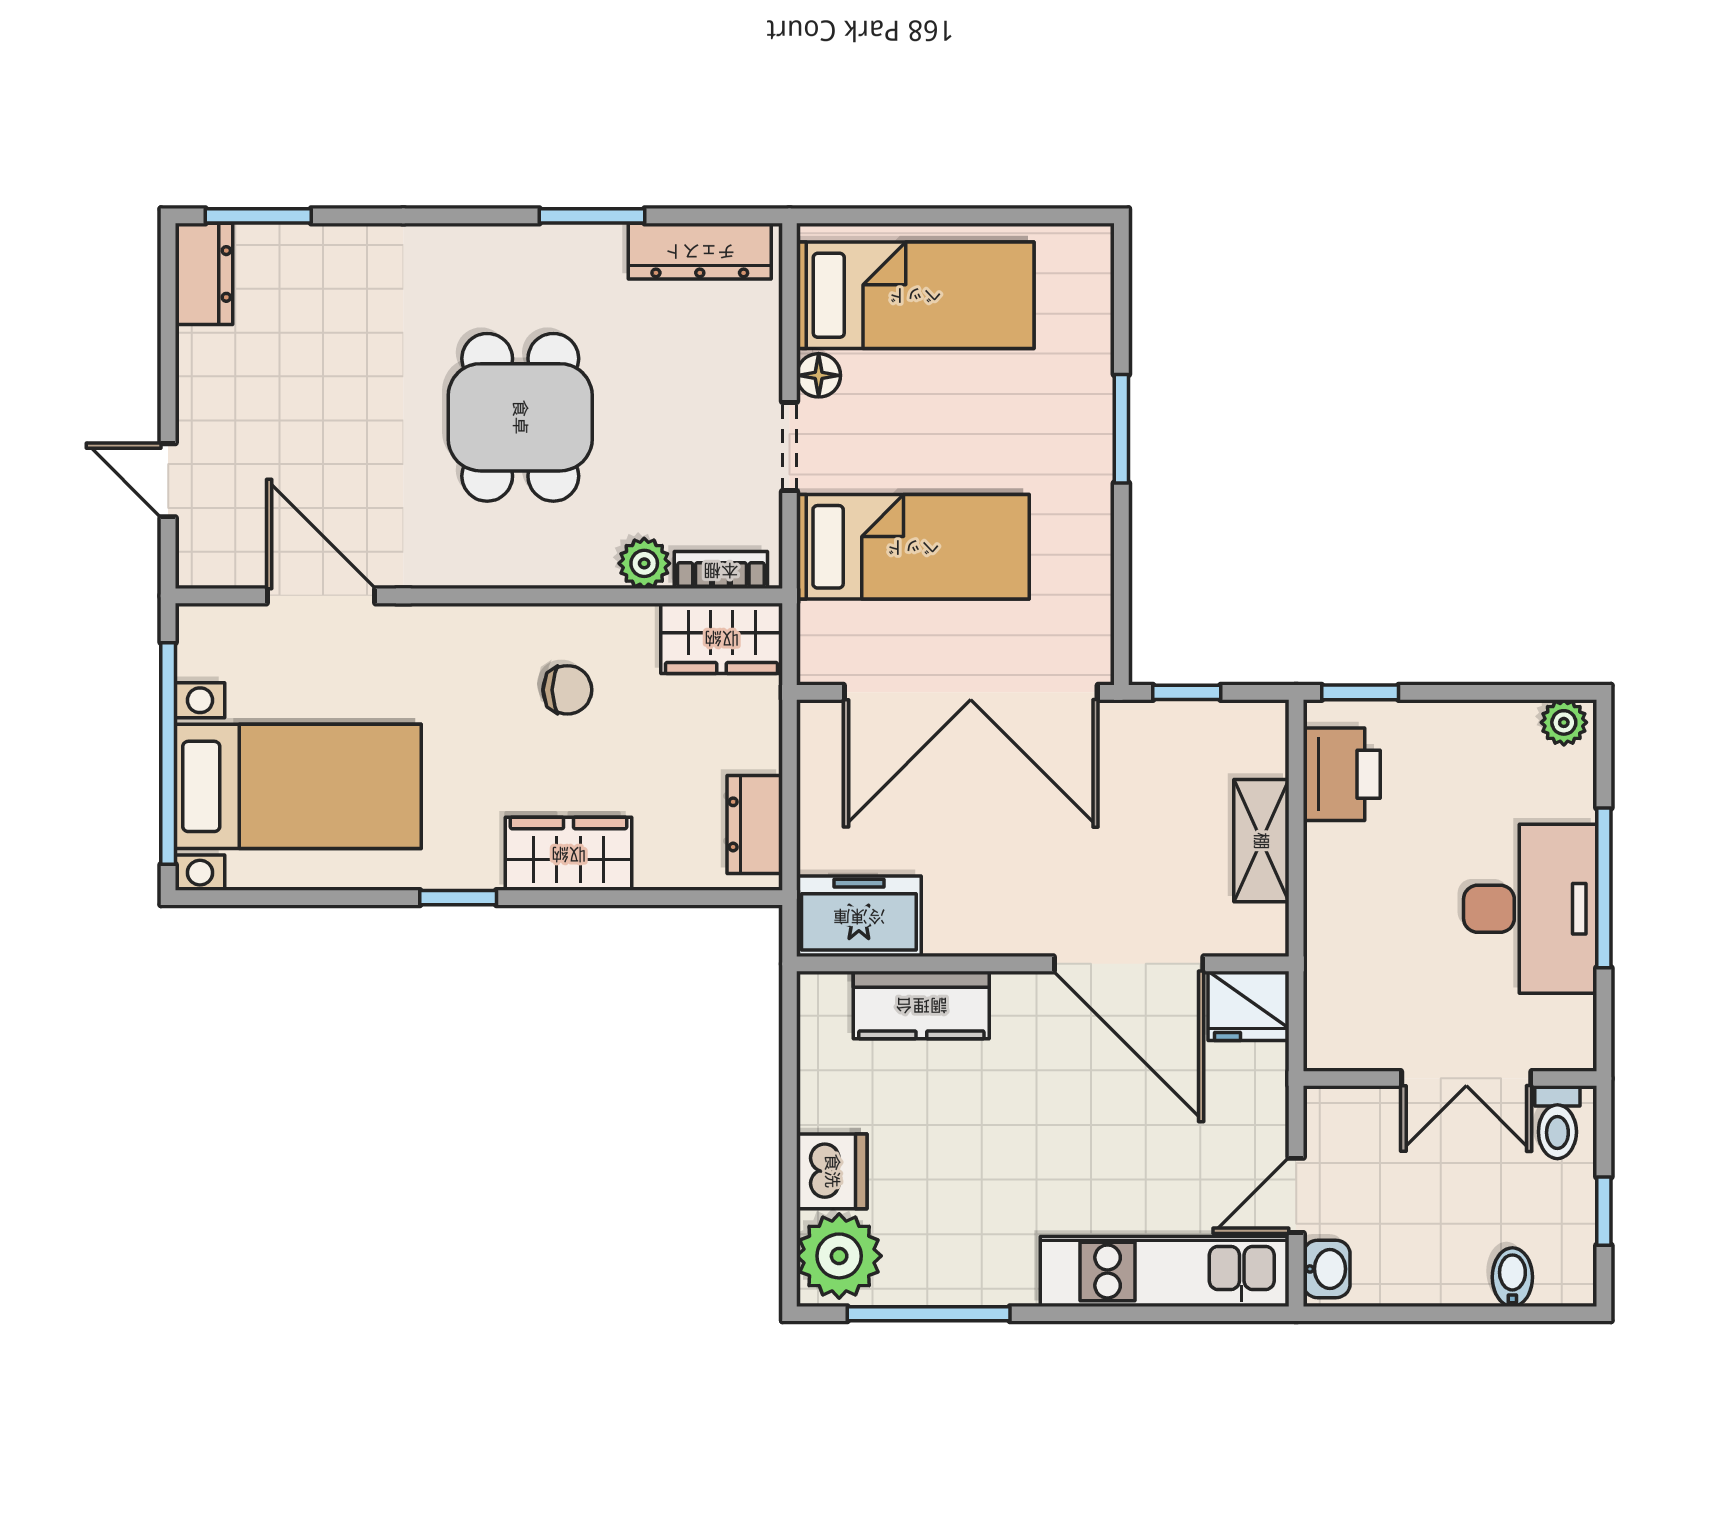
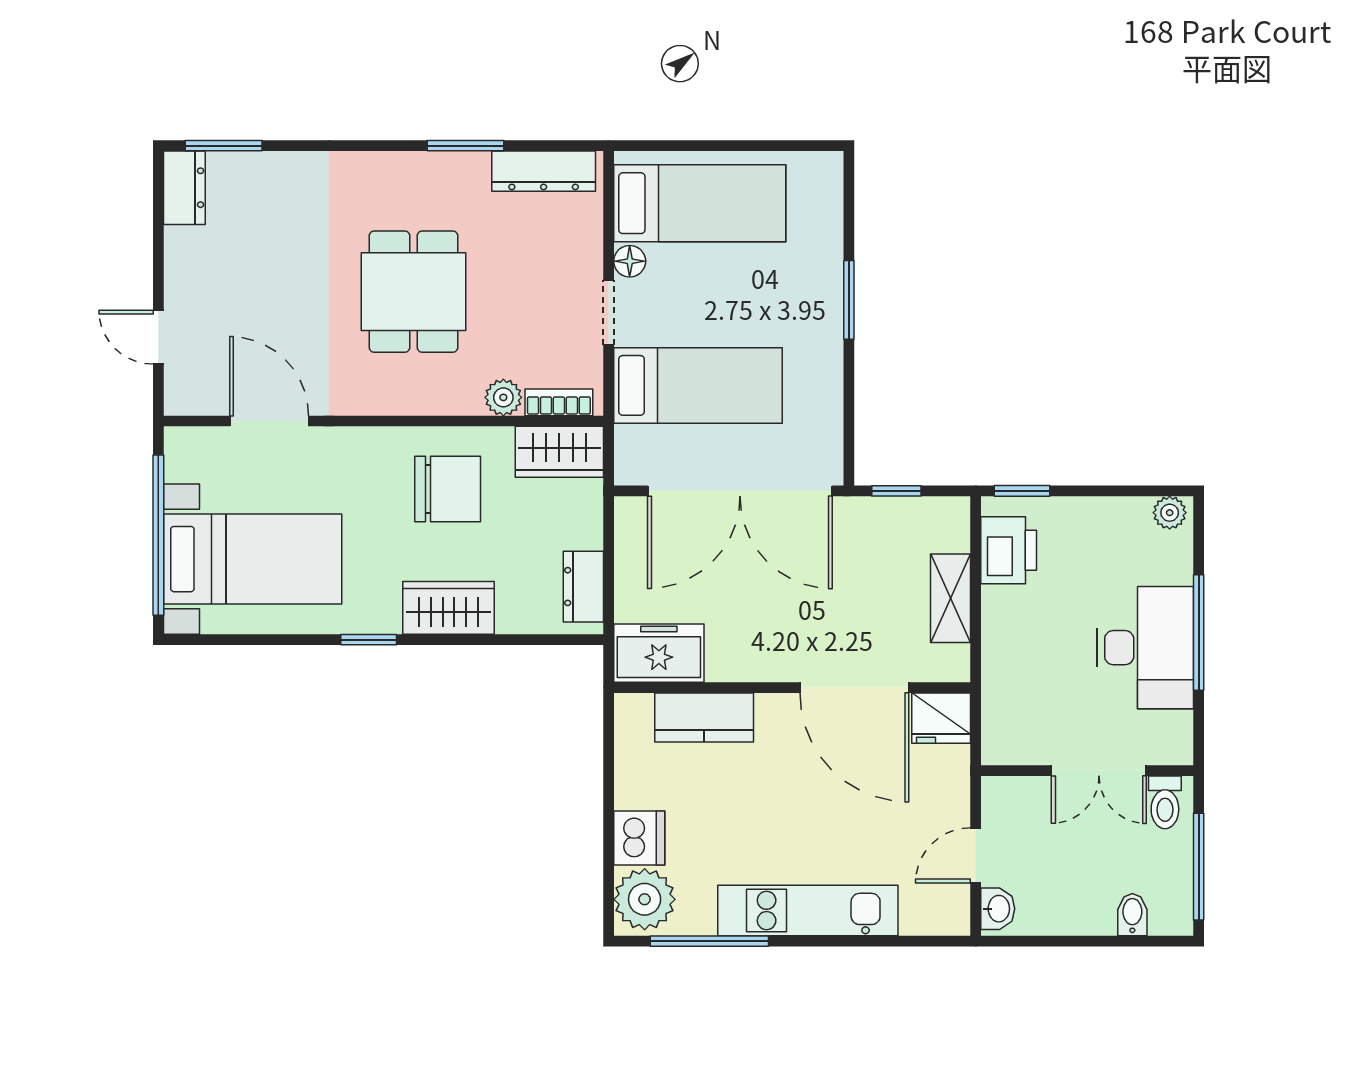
chair: (567, 690) -> (448, 489), width x1.87, depth x1.87
window: (1604, 1211) -> (1199, 867), width x2.17
kitchen unit: (1165, 1271) -> (808, 910), moved

